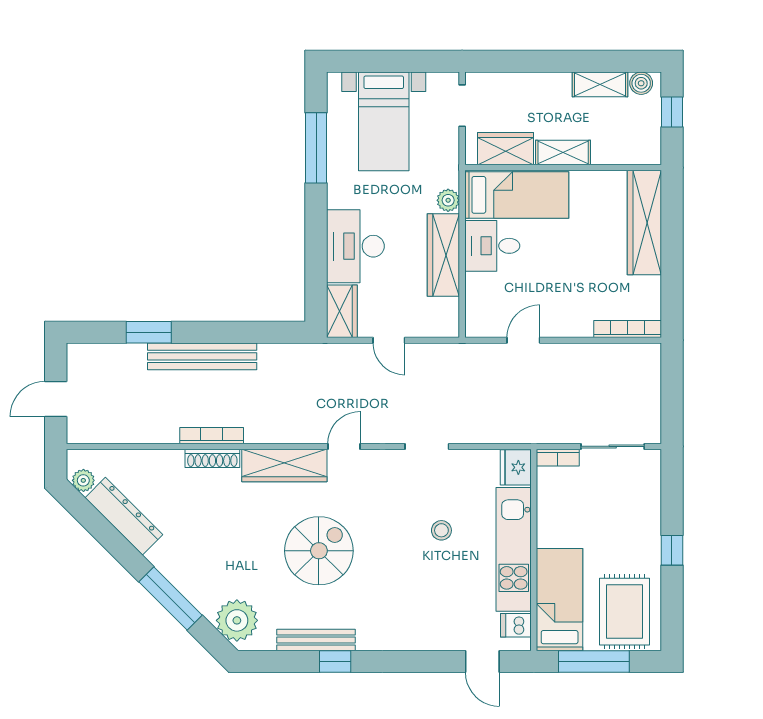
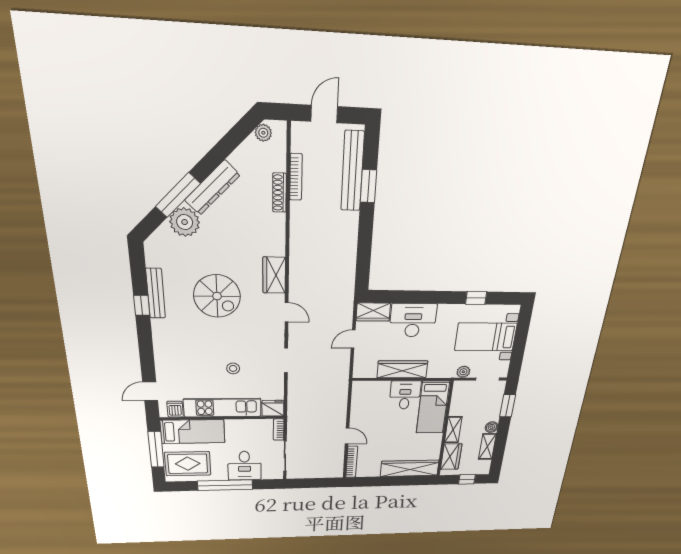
window: (515, 61) -> (508, 406), added
boiler: (641, 83) -> (492, 427), moved
window: (316, 148) -> (476, 298), width x0.46
wardrobe: (505, 149) -> (451, 457), moved
plant: (448, 200) -> (463, 372), moved
door: (523, 340) -> (347, 436), moved
bench: (202, 356) -> (352, 171), moved
door: (56, 399) -> (324, 114), hinge flipped
bookcase: (212, 436) -> (296, 177), moved
shoe rack: (212, 458) -> (279, 193), moved
wardrobe: (284, 466) -> (274, 275), width x0.67
dresser: (124, 516) -> (212, 188), moved
desk: (631, 516) -> (245, 466), added
window: (672, 550) -> (225, 485), width x3.17
plant: (237, 620) -> (185, 222), moved

